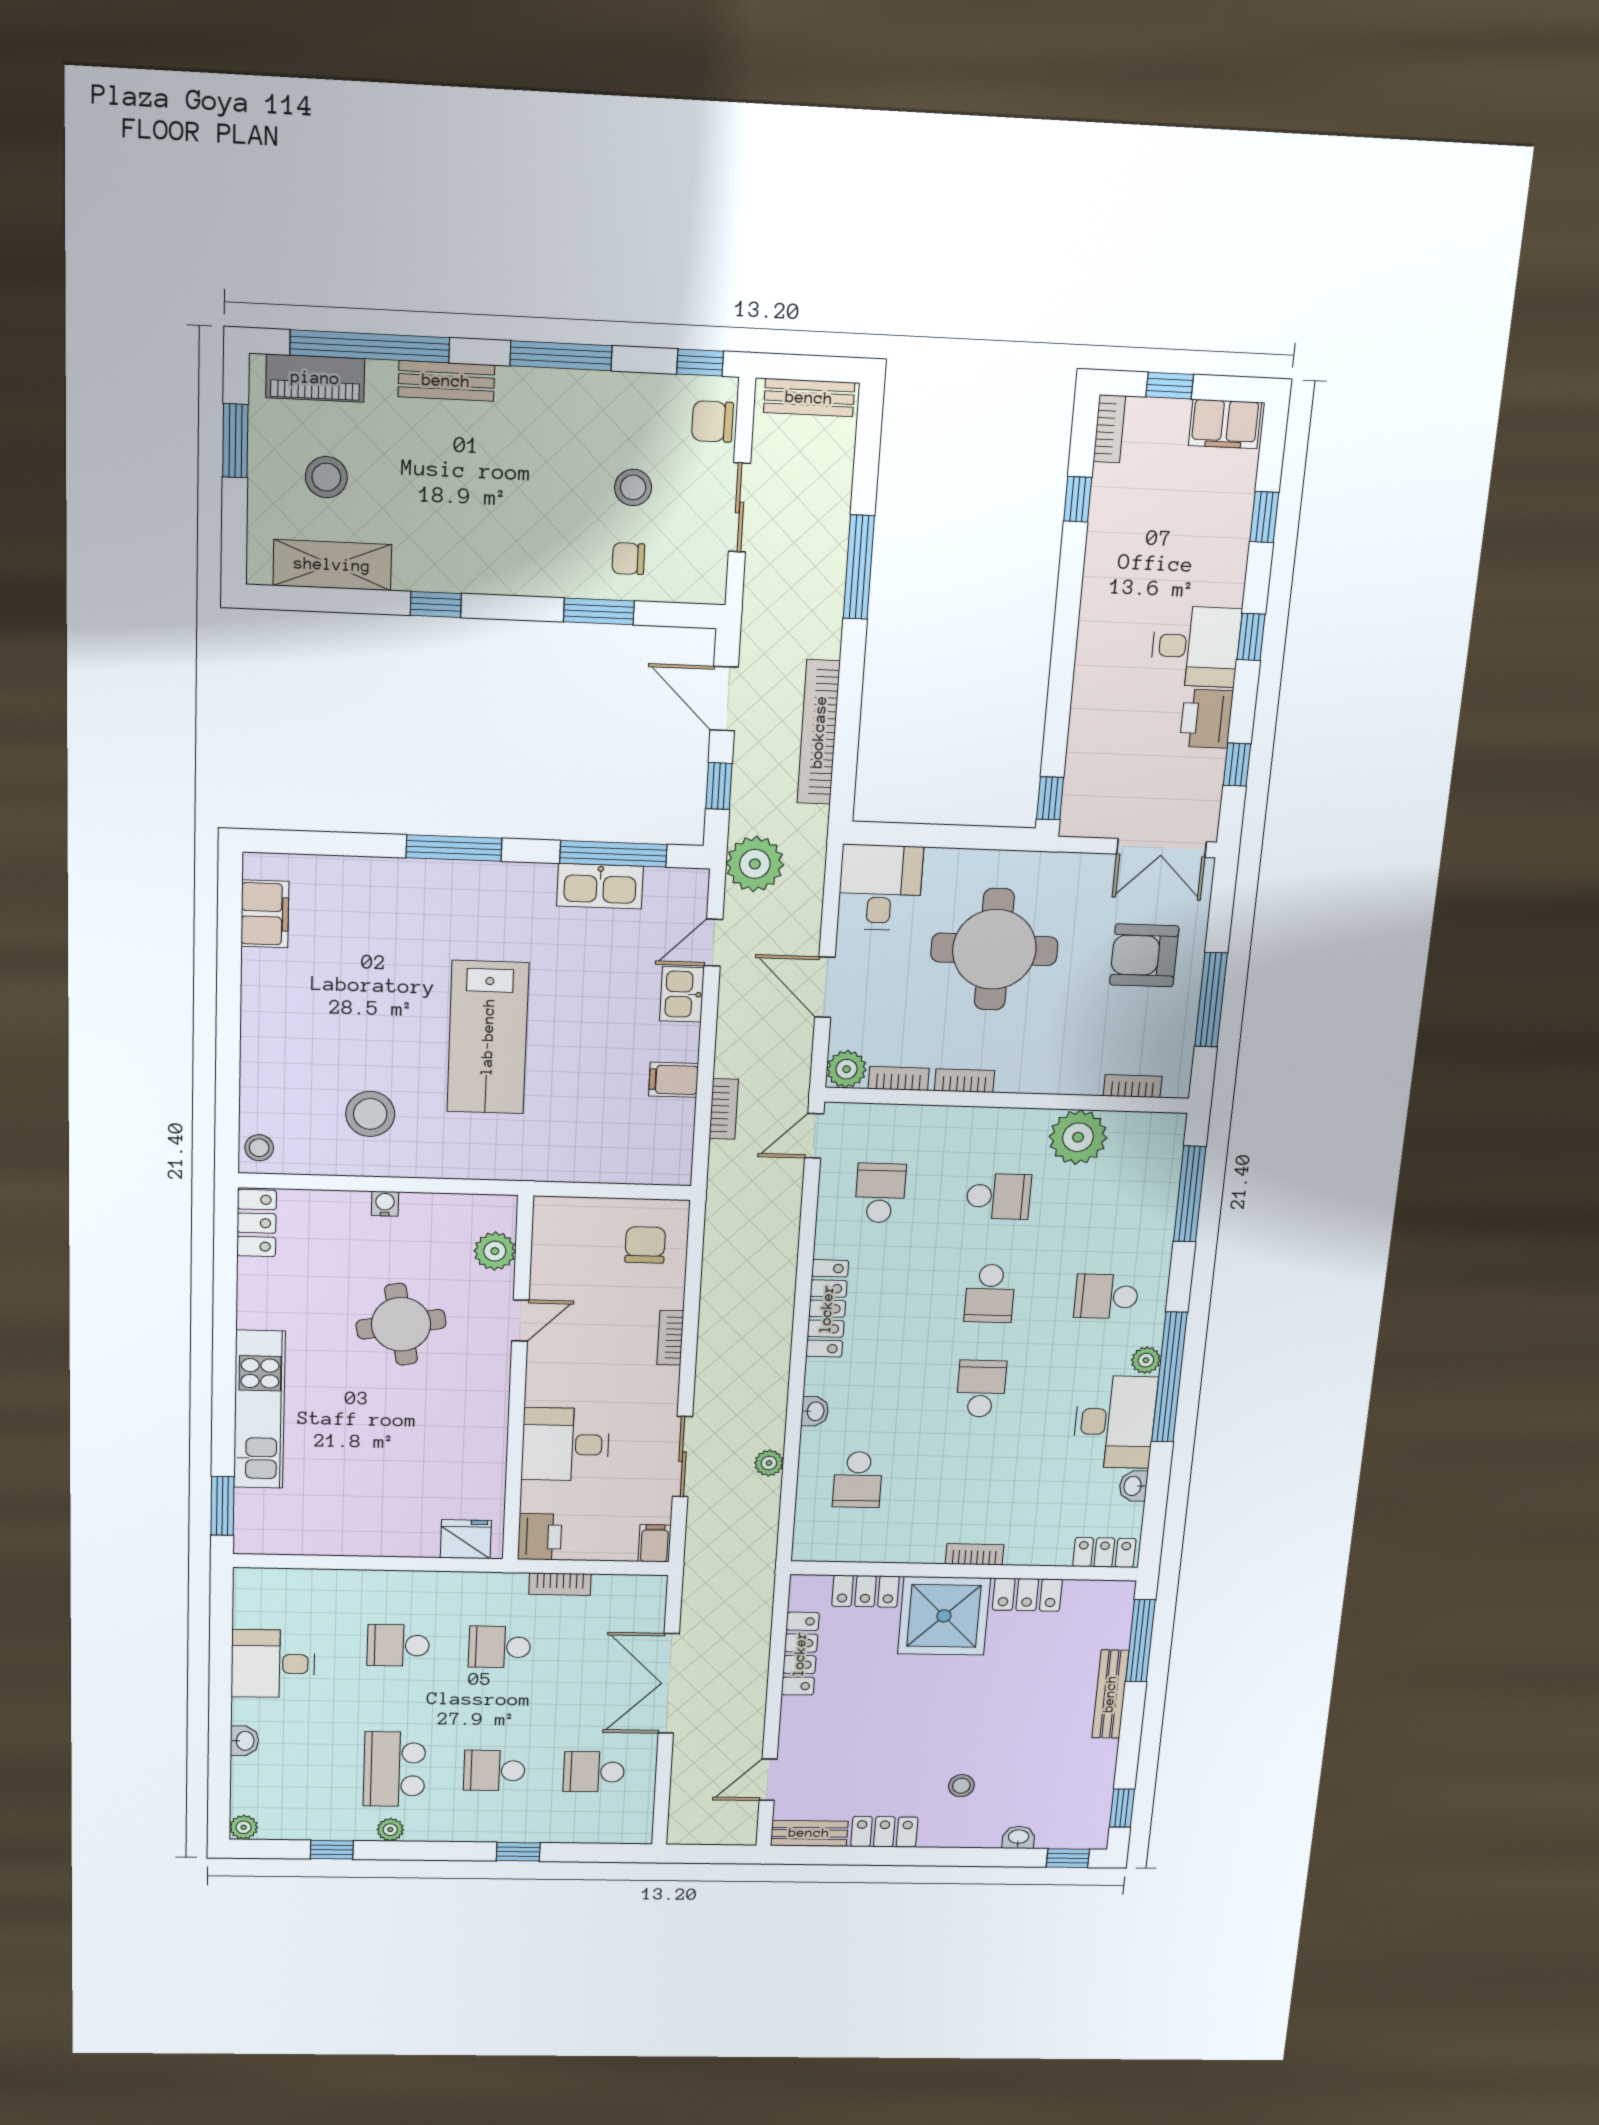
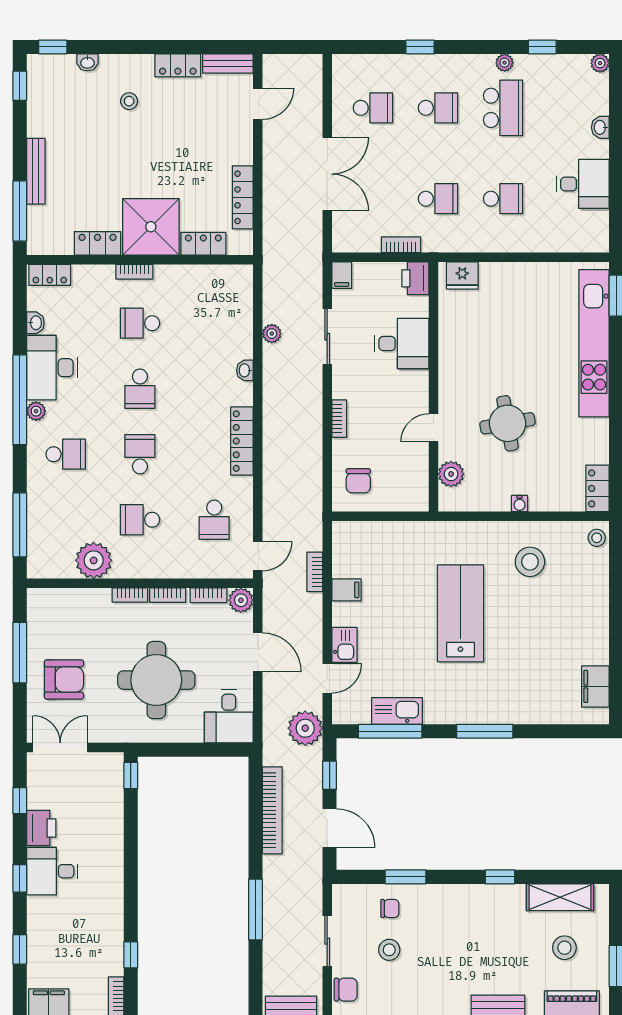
bookcase: (1133, 1086) -> (130, 595), moved
kitchen unit: (259, 1410) -> (594, 343), width x1.36
school desk: (858, 1480) -> (140, 323), moved, turned -90

